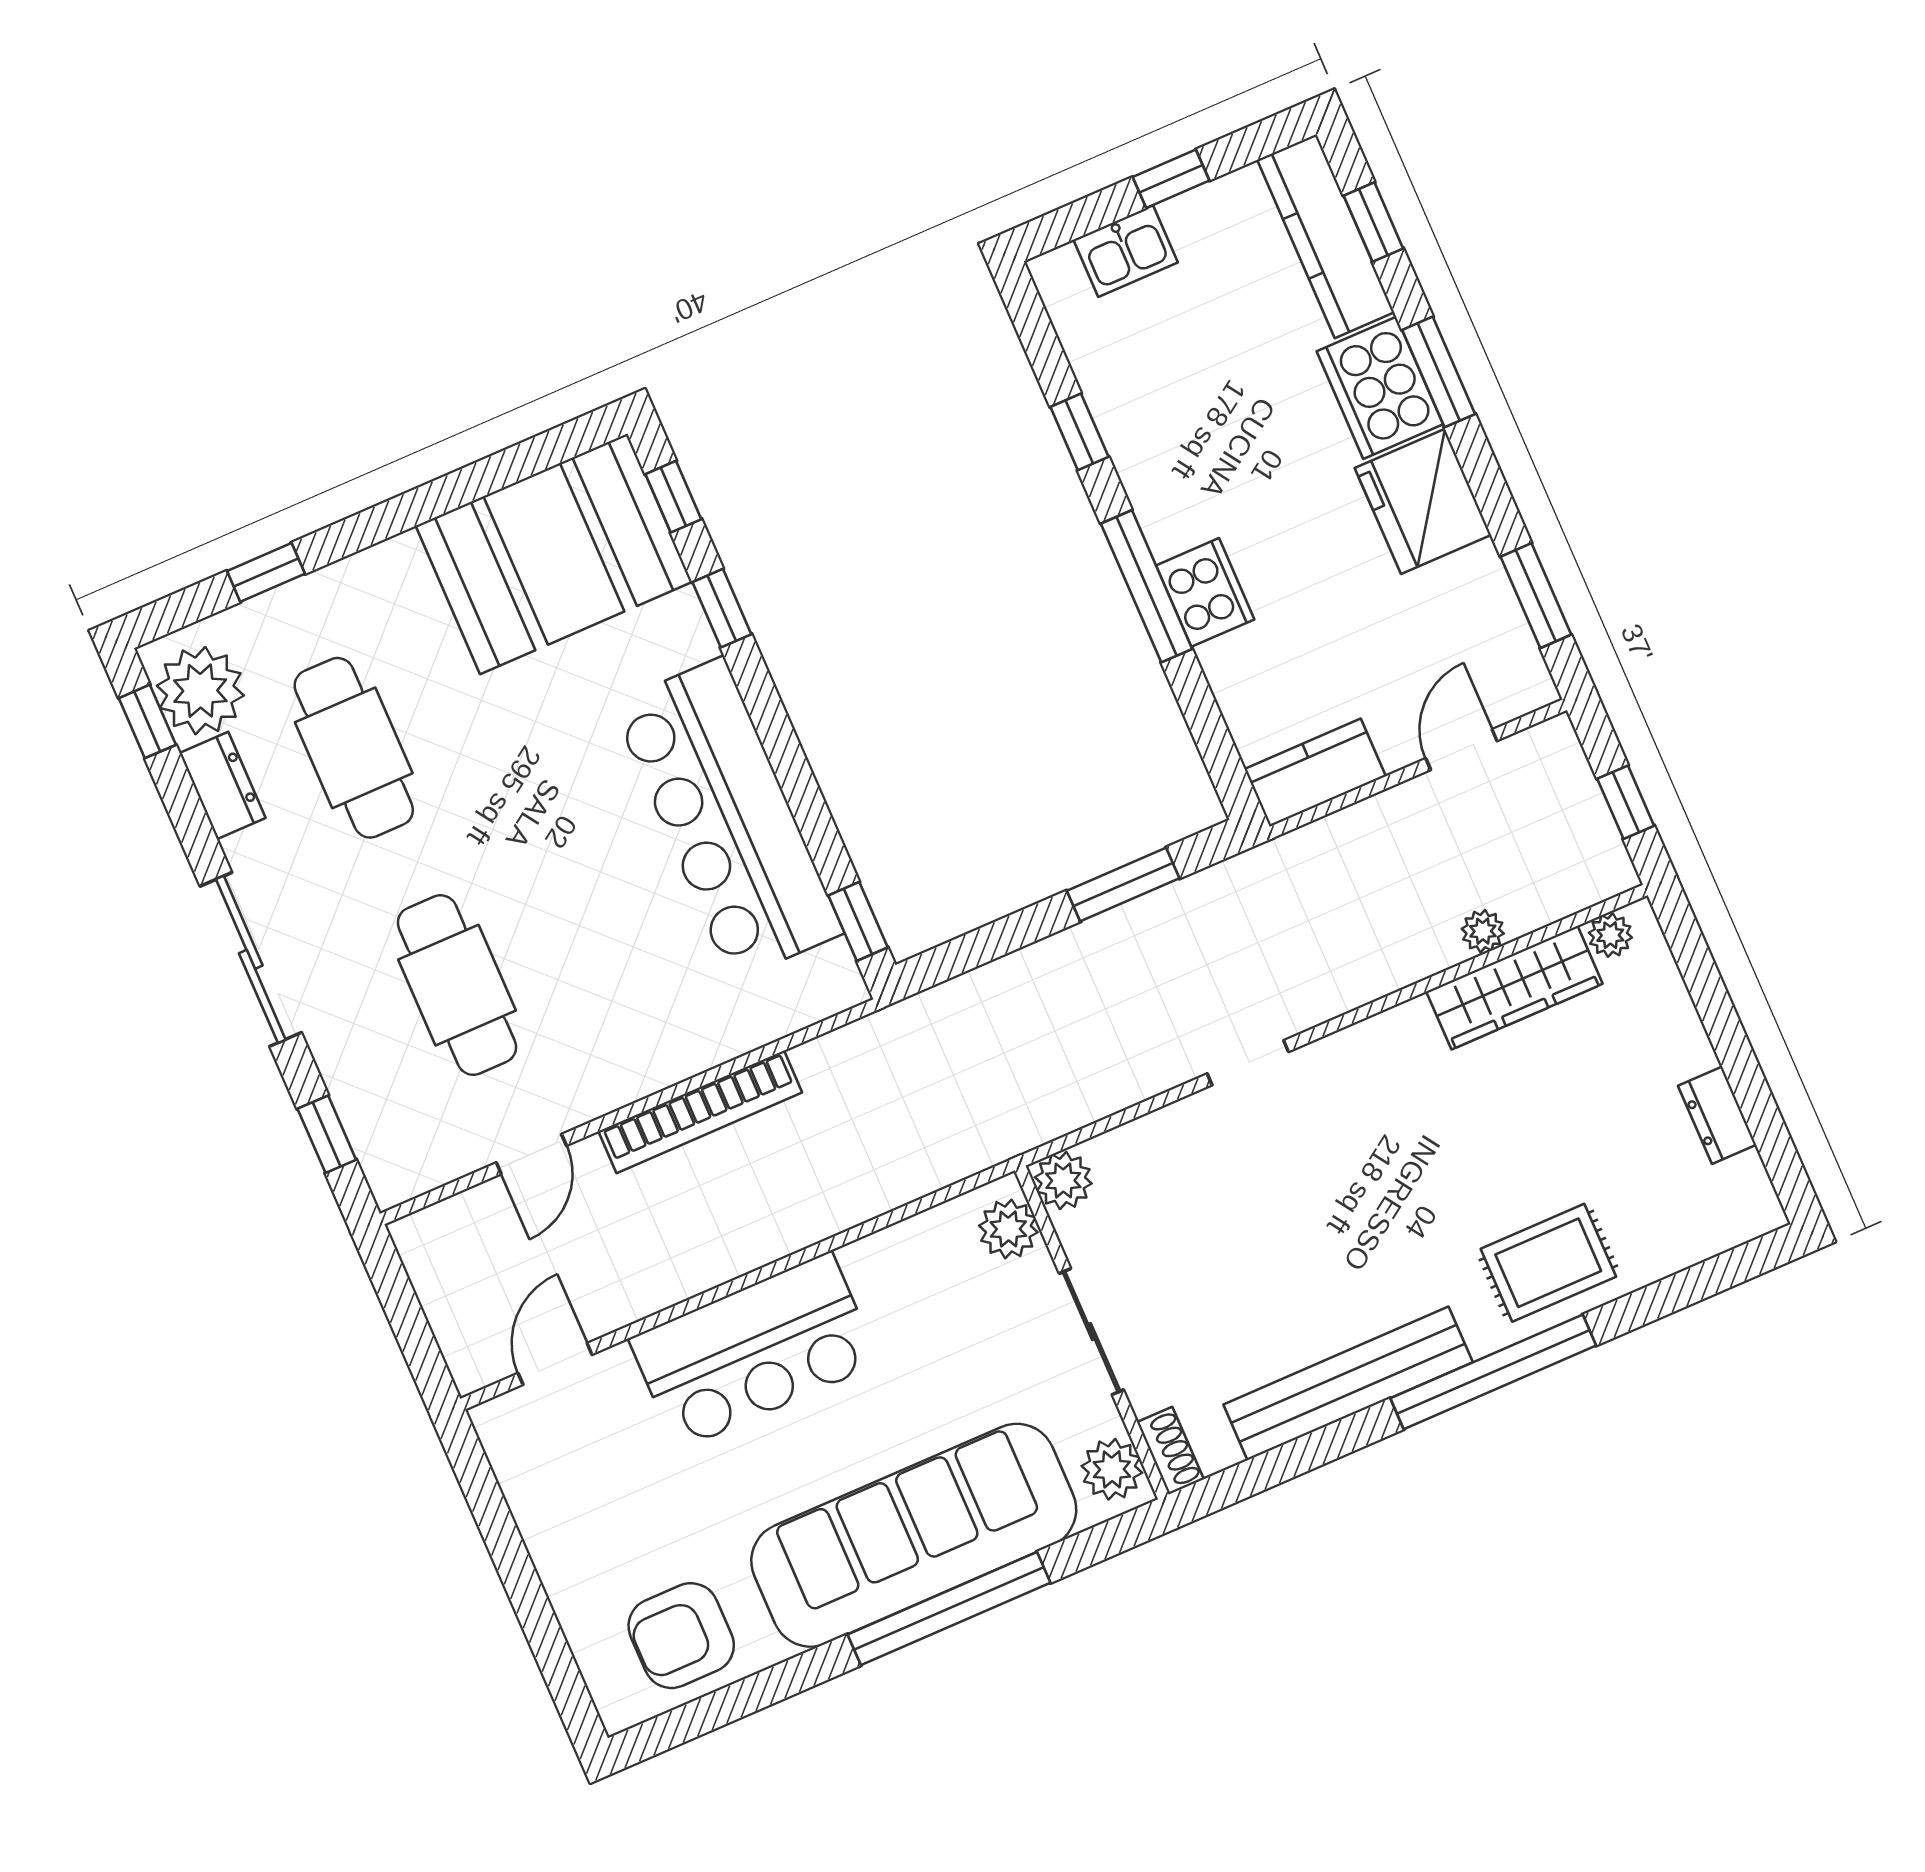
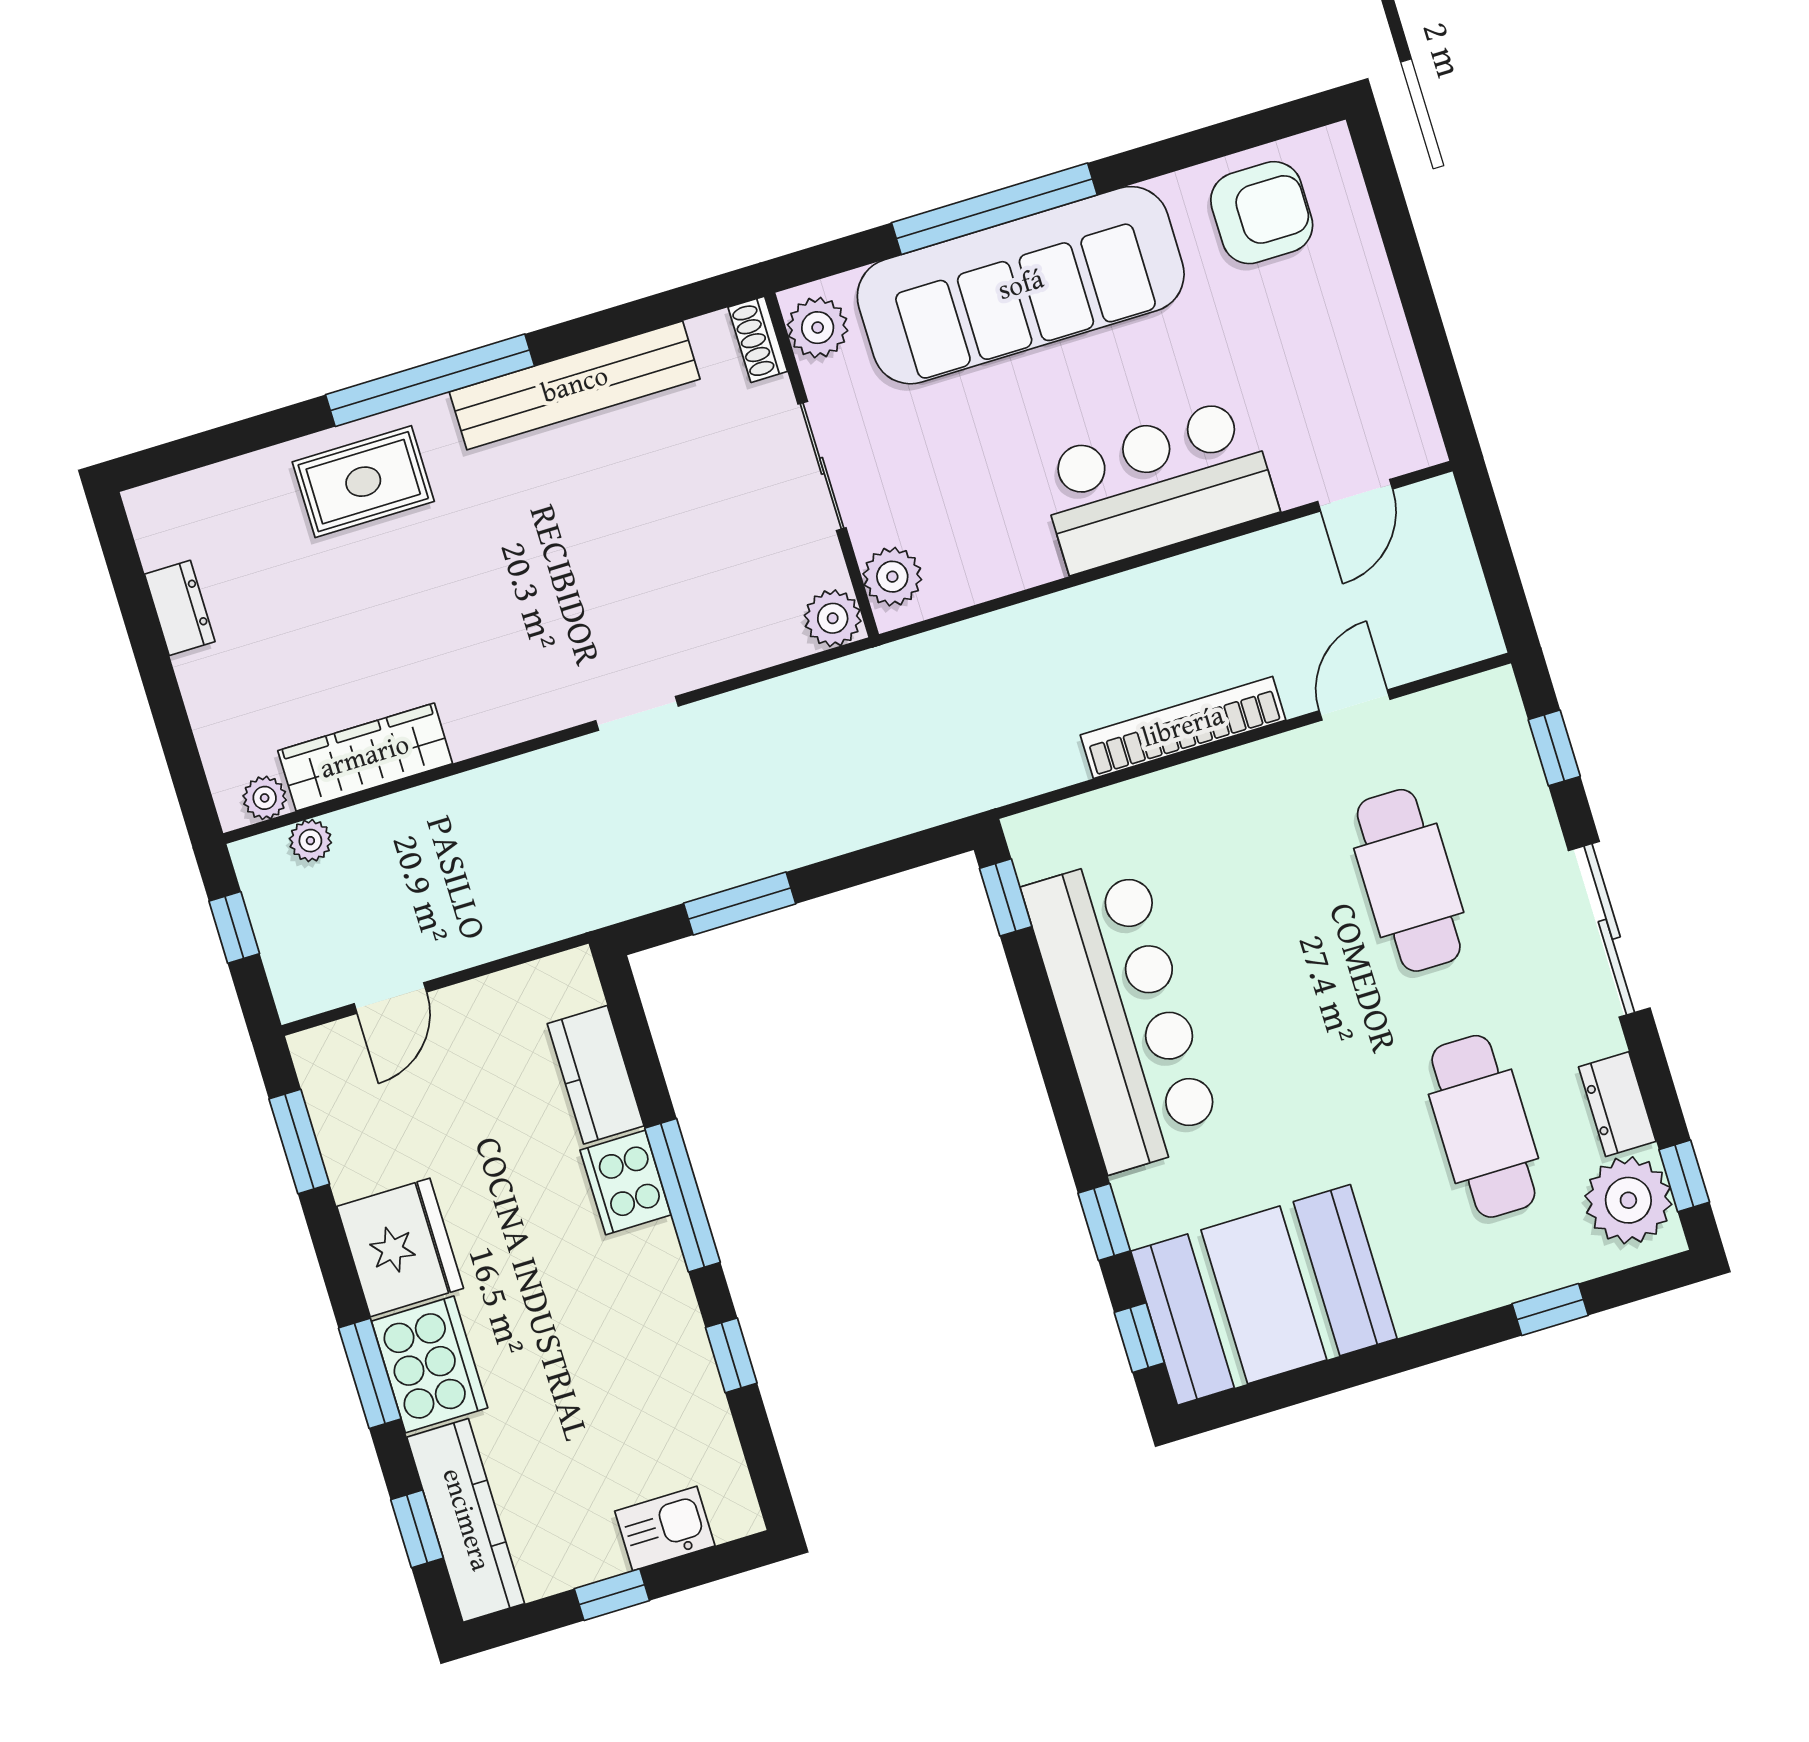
kitchen counter: (1315, 773) -> (596, 1075), moved, turned 90
plant: (1483, 931) -> (310, 841), moved

